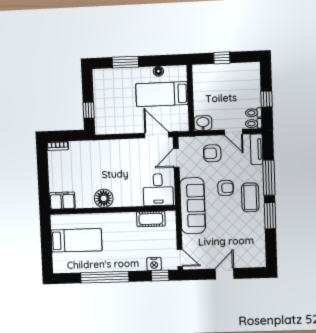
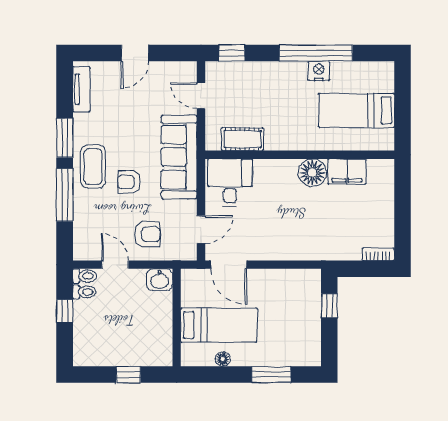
tv unit: (257, 149) -> (81, 89), moved
filing cabinet: (62, 201) -> (347, 171), moved
door: (180, 258) -> (201, 96), moved
nightstand: (154, 264) -> (319, 71), moved

